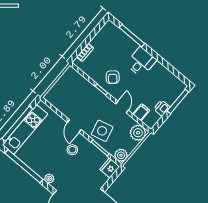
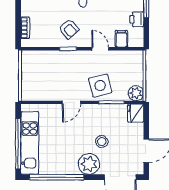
door: (74, 126) -> (71, 102), hinge flipped
plant: (138, 133) -> (134, 60), removed
stool: (72, 150) -> (102, 142), moved
plant: (49, 179) -> (89, 164), width x1.88, depth x1.88

